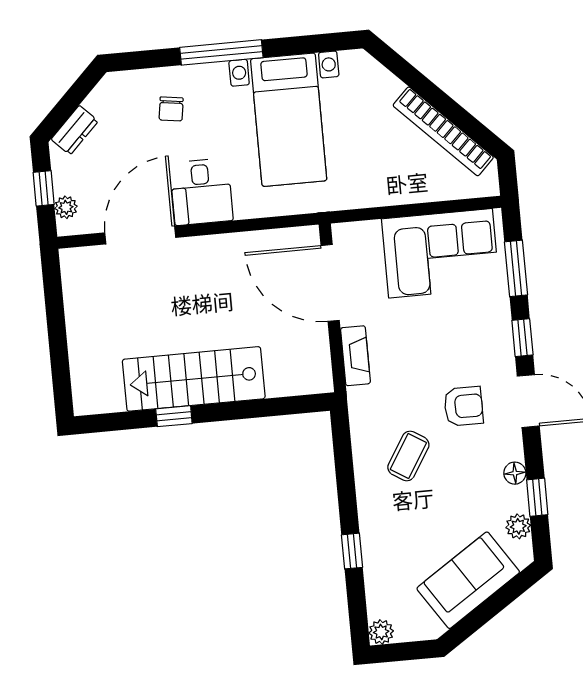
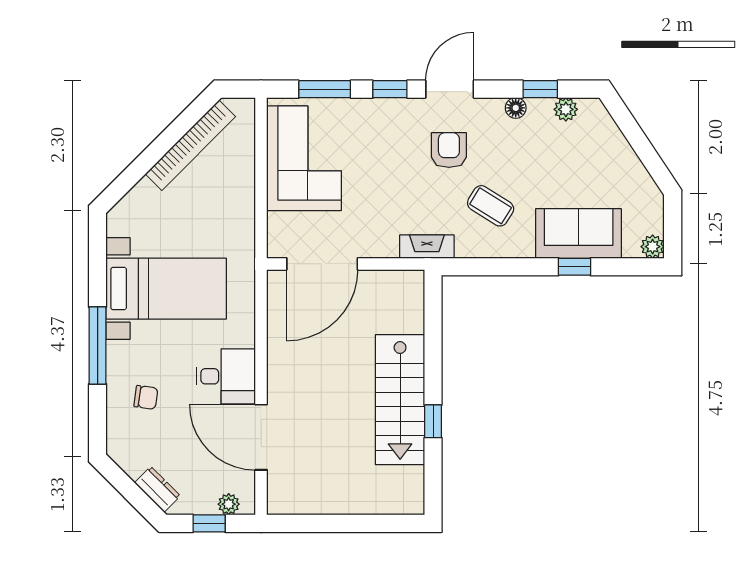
fireplace: (355, 356) -> (427, 247), moved
sofa: (468, 580) -> (579, 234), moved, turned 124

